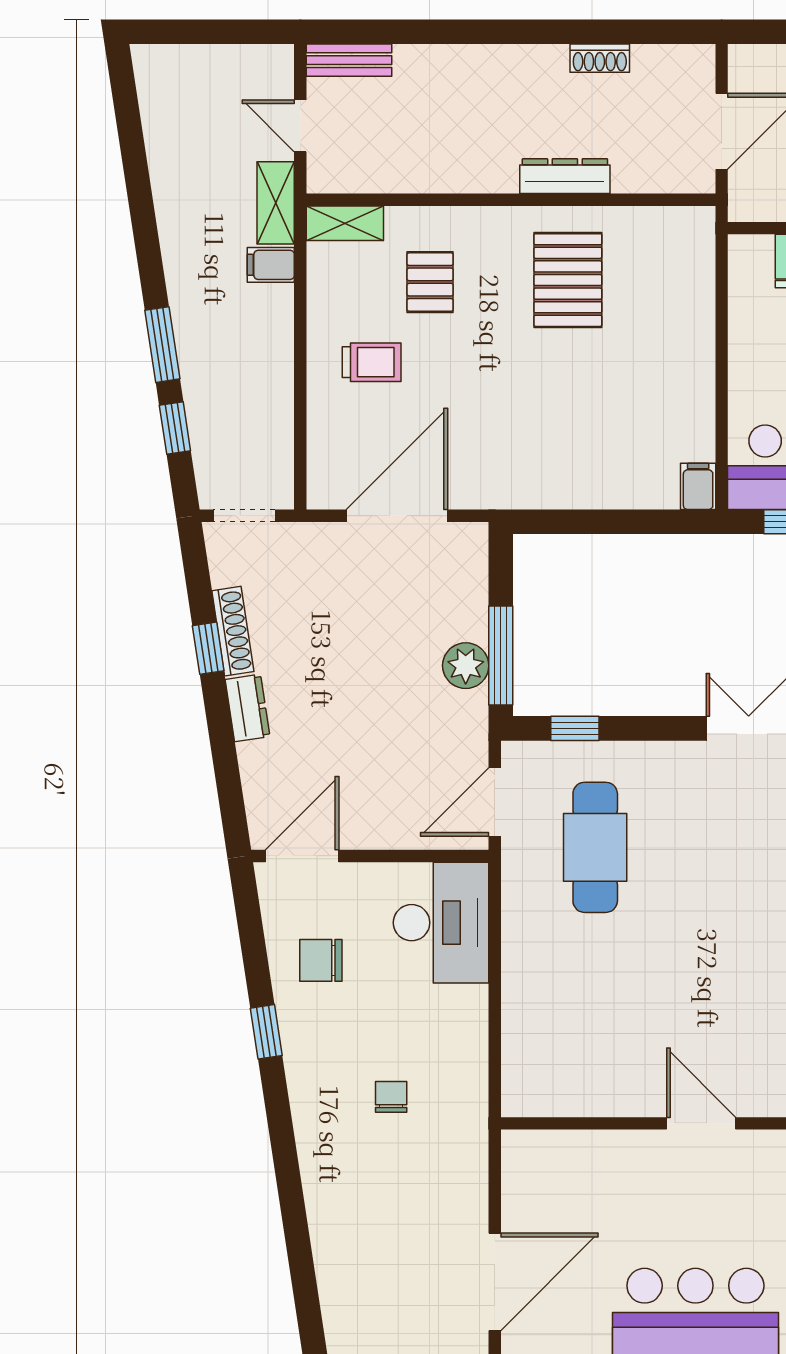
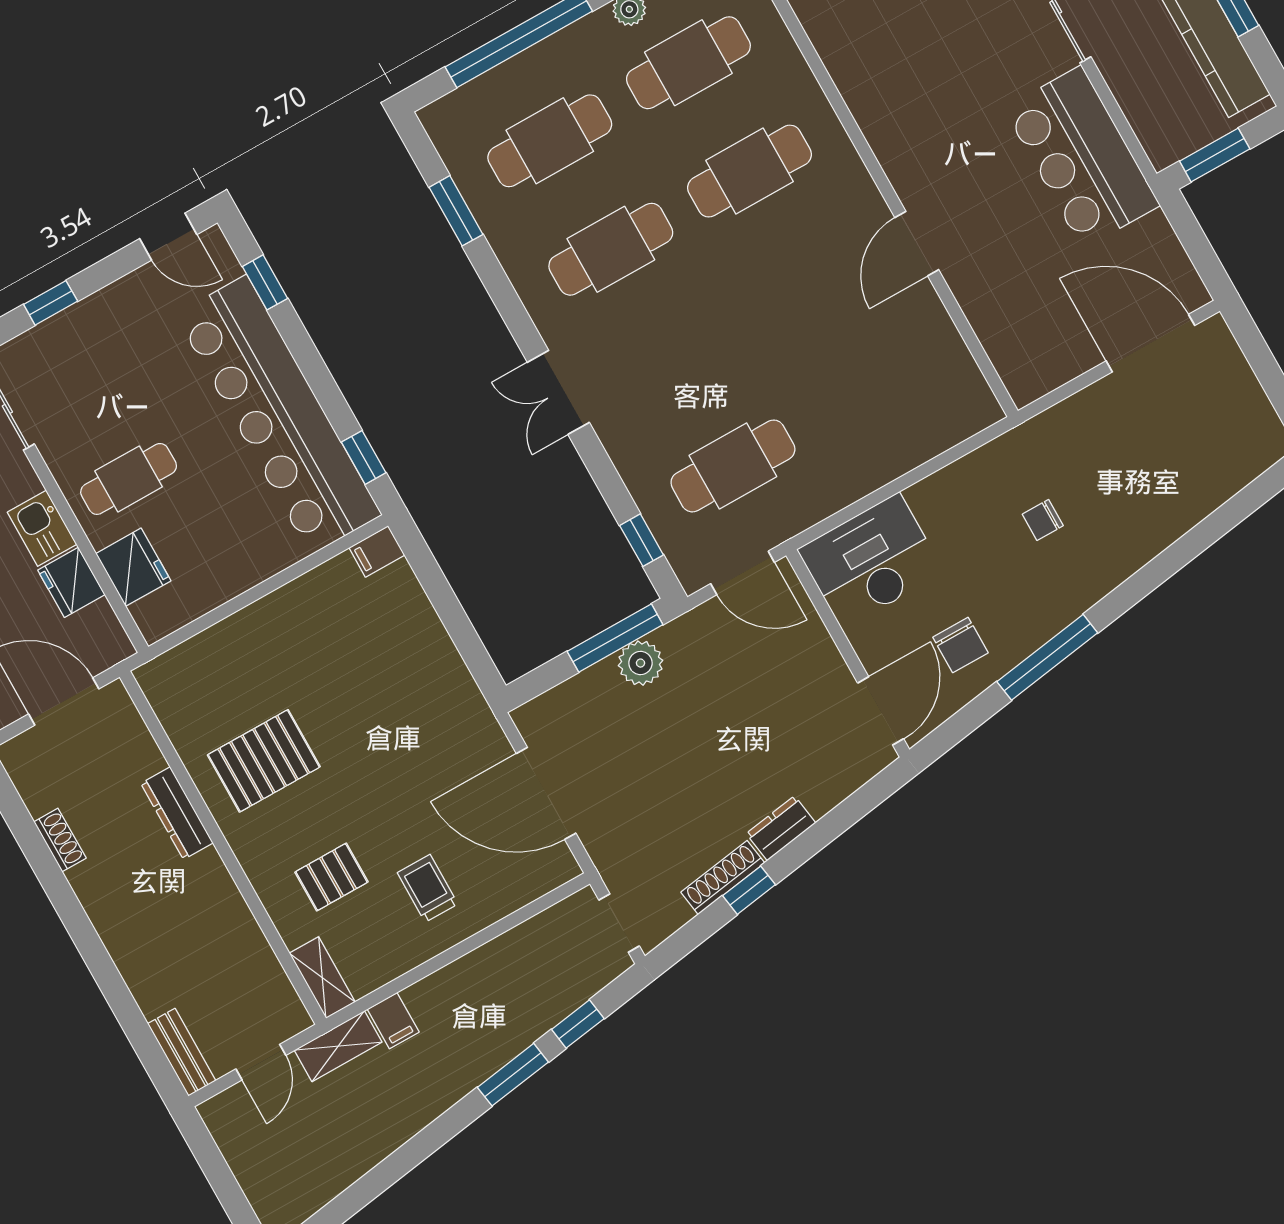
door: (302, 856) -> (881, 711), swing flipped
window: (266, 1032) -> (1047, 657), width x2.17

